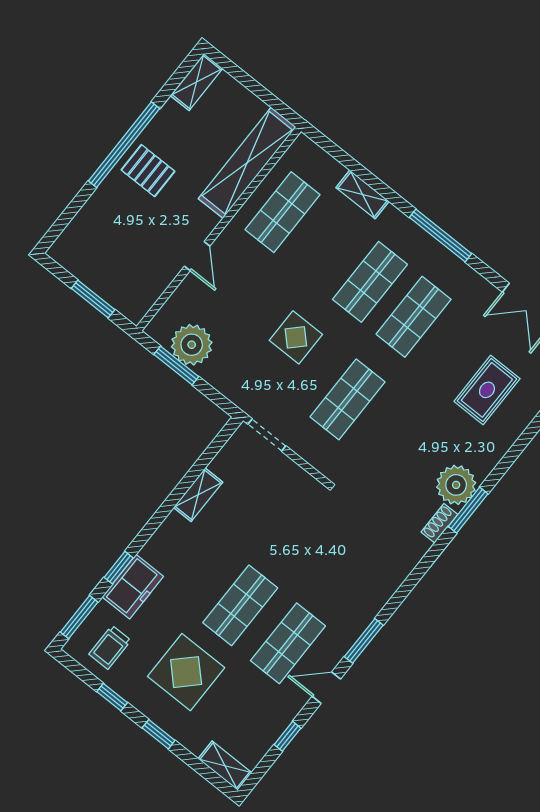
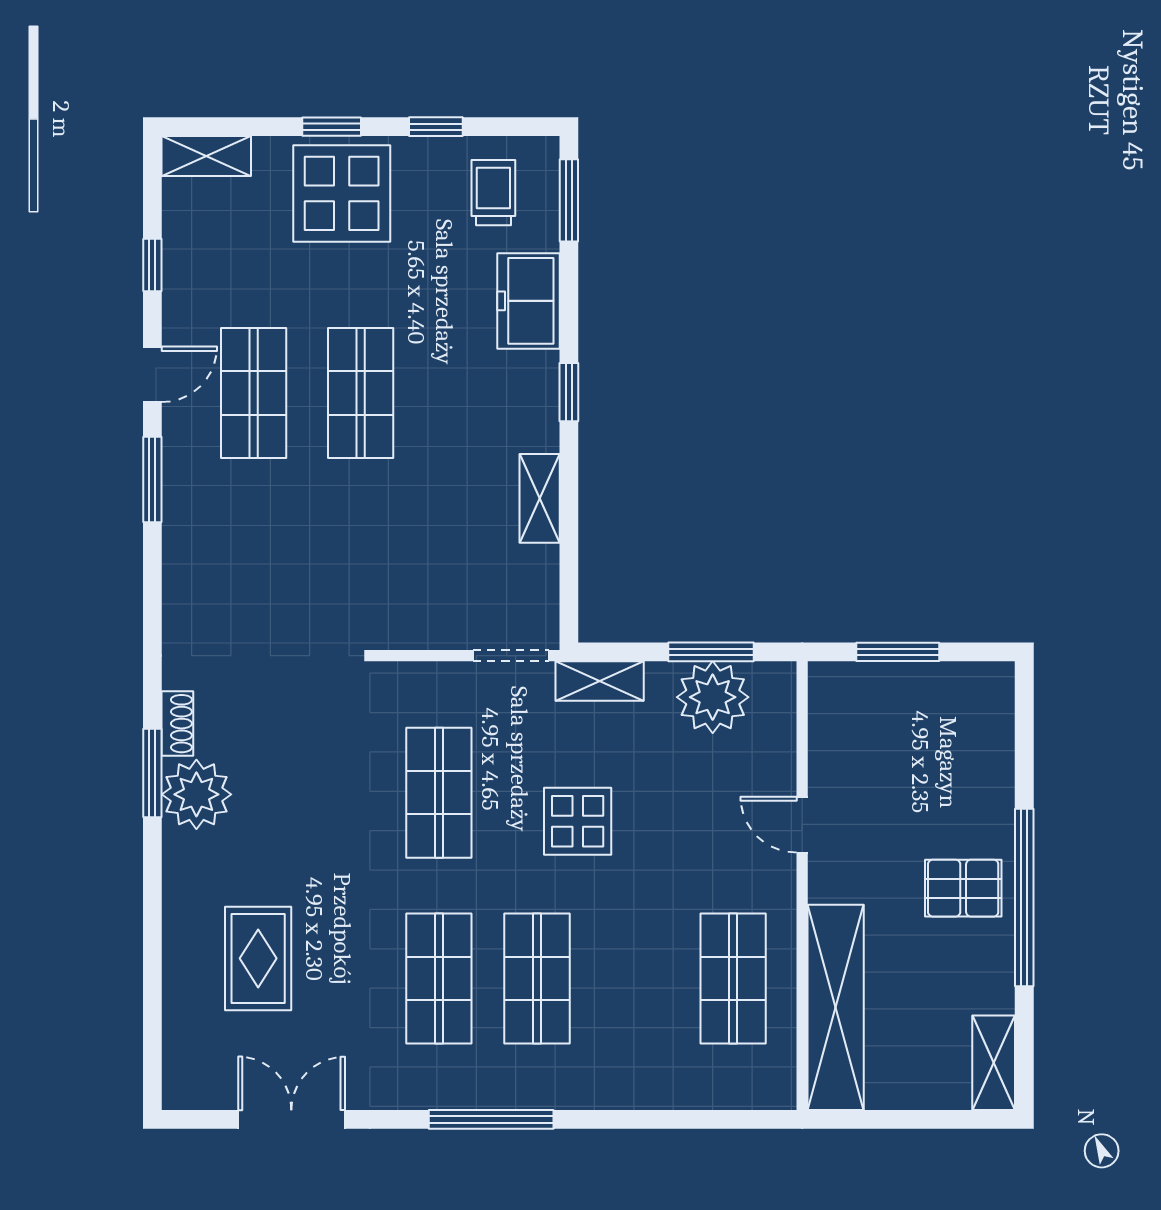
shelving: (363, 194) -> (600, 681), moved
window: (119, 568) -> (569, 392), moved
display table: (186, 672) -> (342, 193), moved

